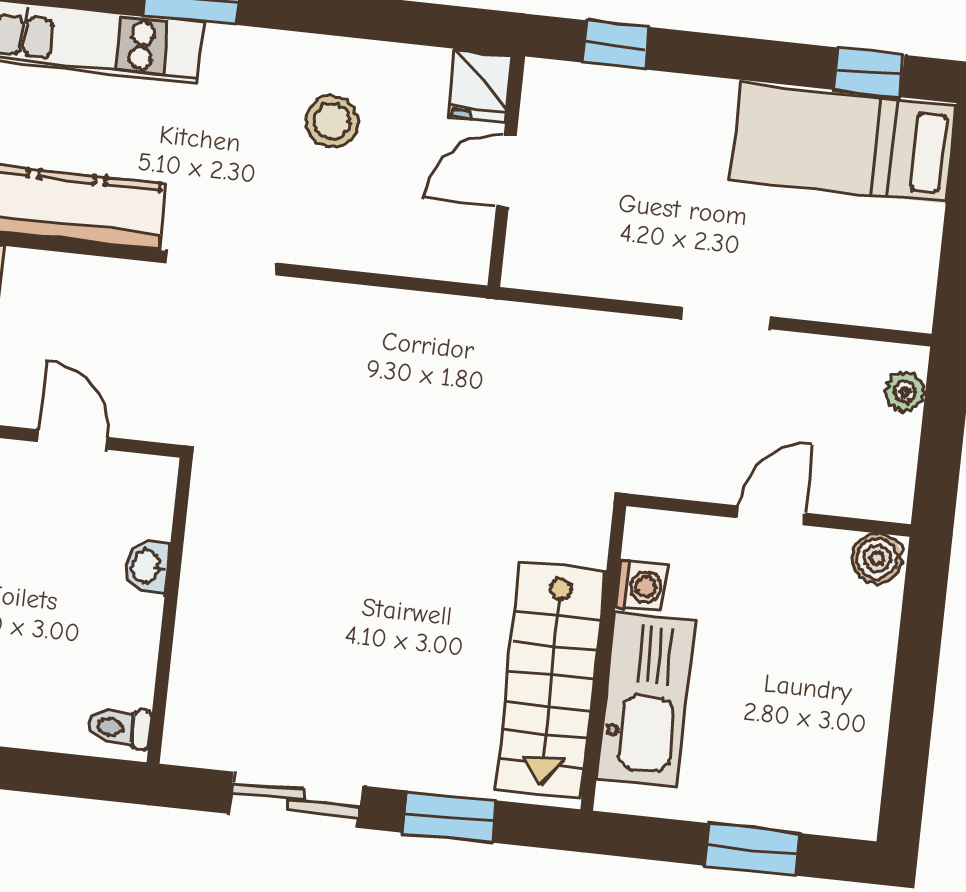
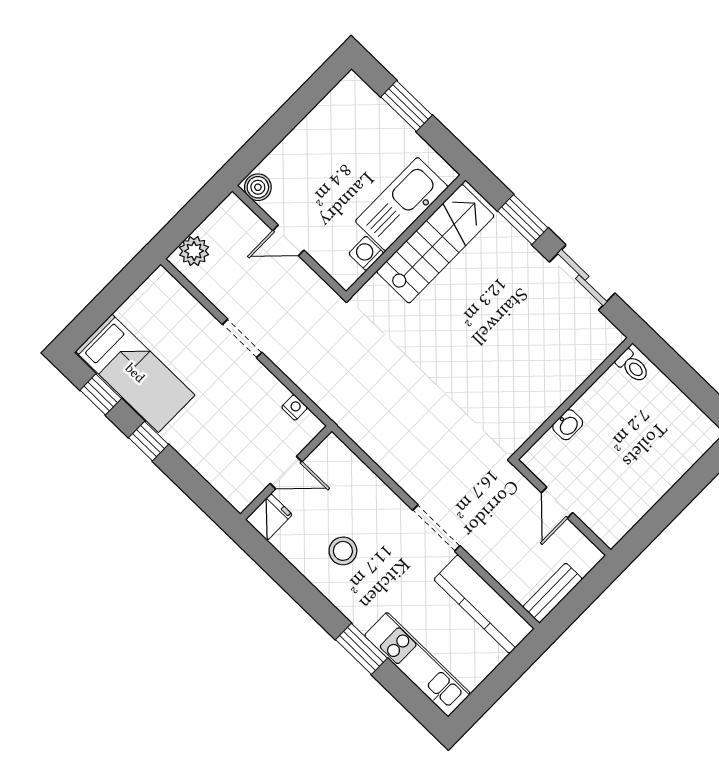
window: (616, 45) -> (149, 441), moved
nightstand: (569, 277) -> (295, 407), added
plant: (905, 392) -> (194, 251), width x1.38, depth x1.38

